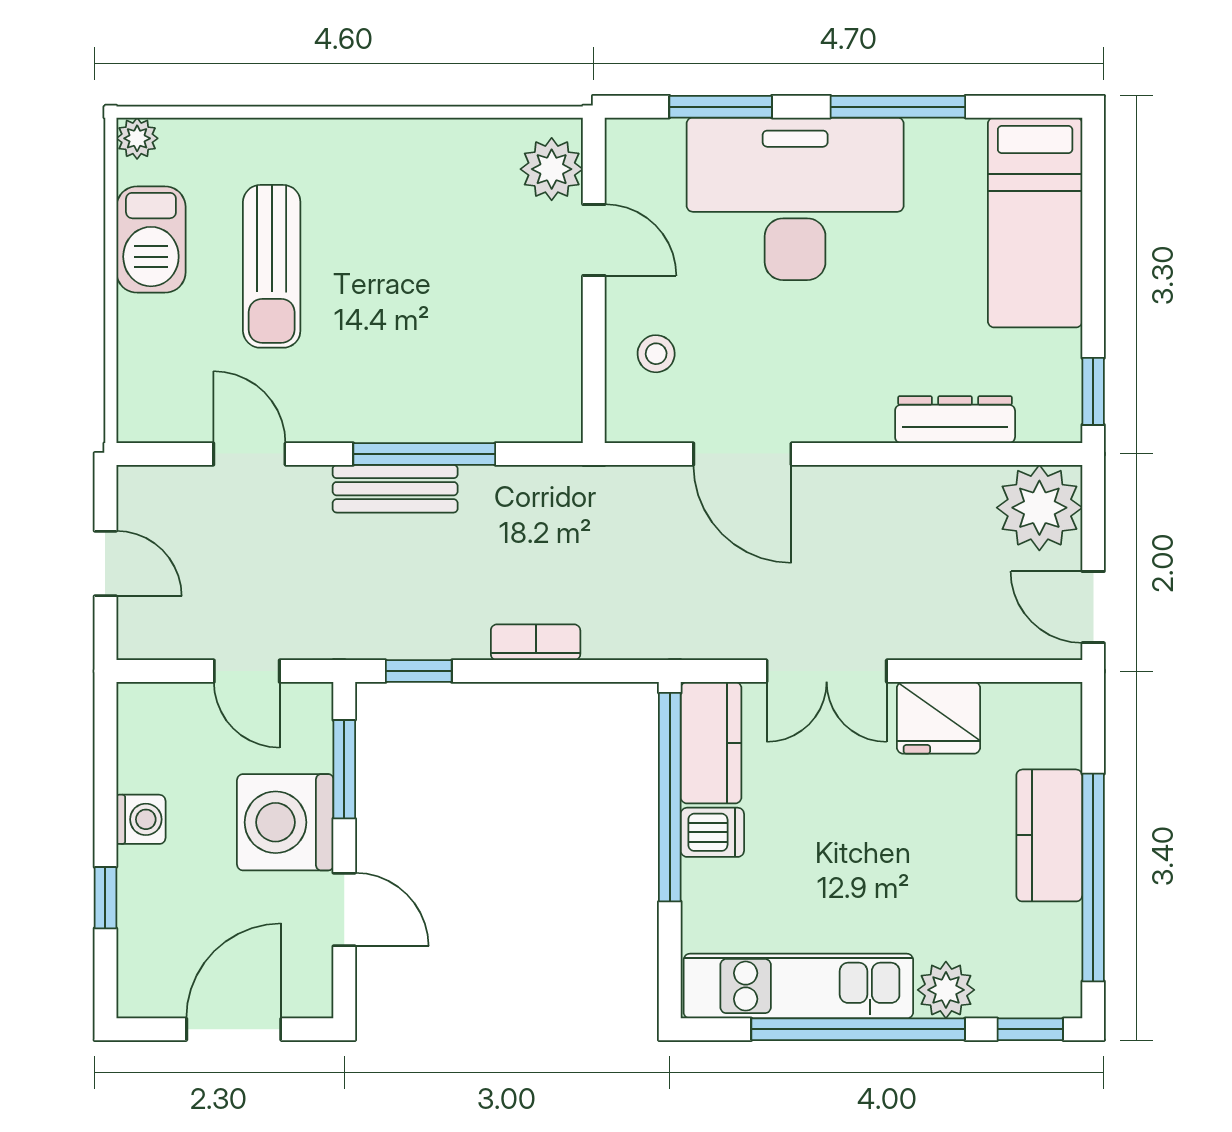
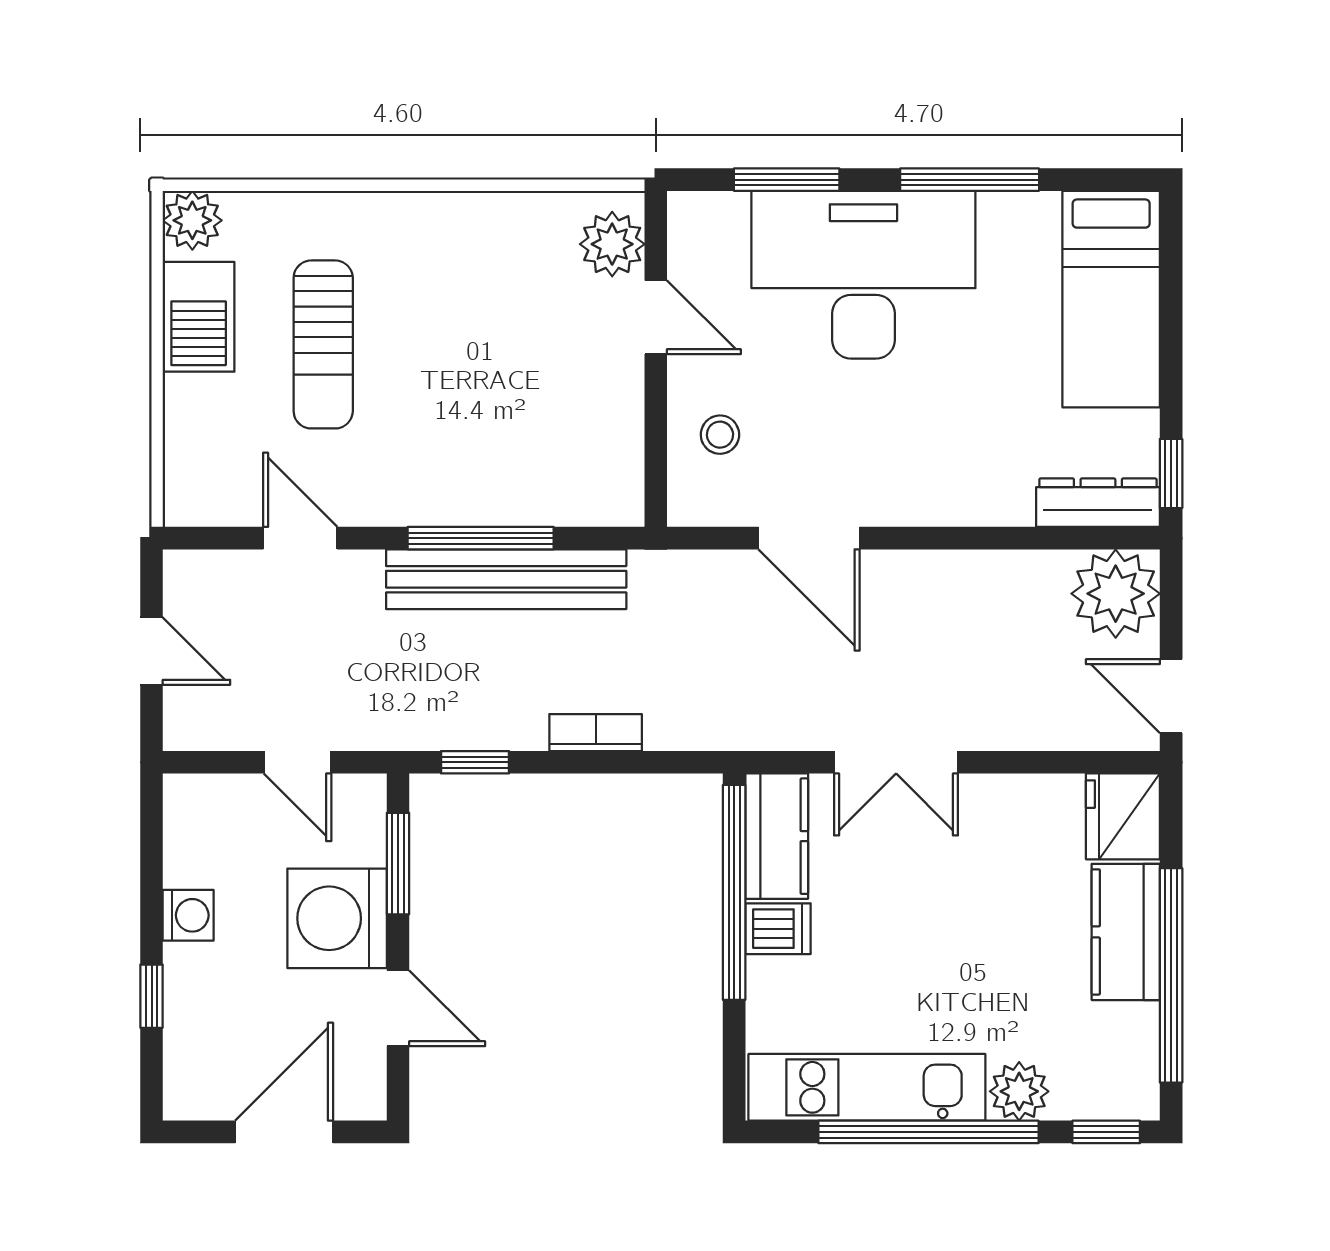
plant: (137, 138) -> (192, 220), width x1.38, depth x1.38
dresser: (955, 420) -> (1098, 503), moved
bench: (395, 489) -> (506, 579), width x1.86, depth x1.21
fridge: (939, 718) -> (1123, 816), moved, turned 90

